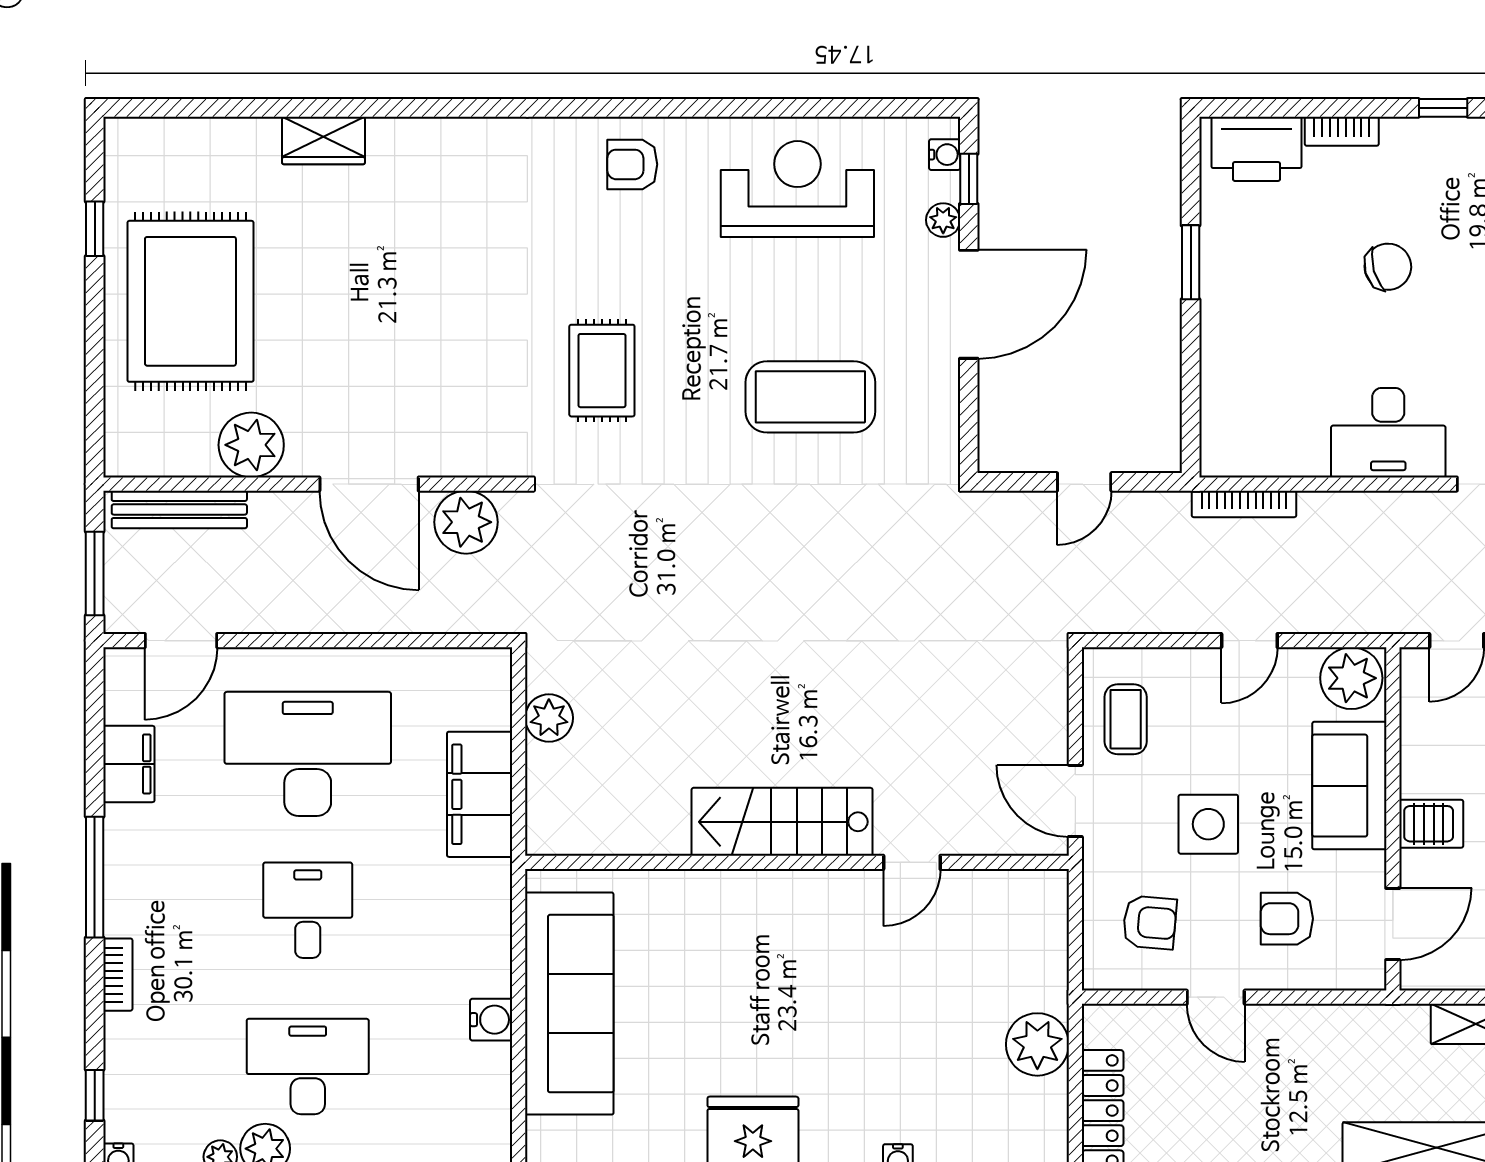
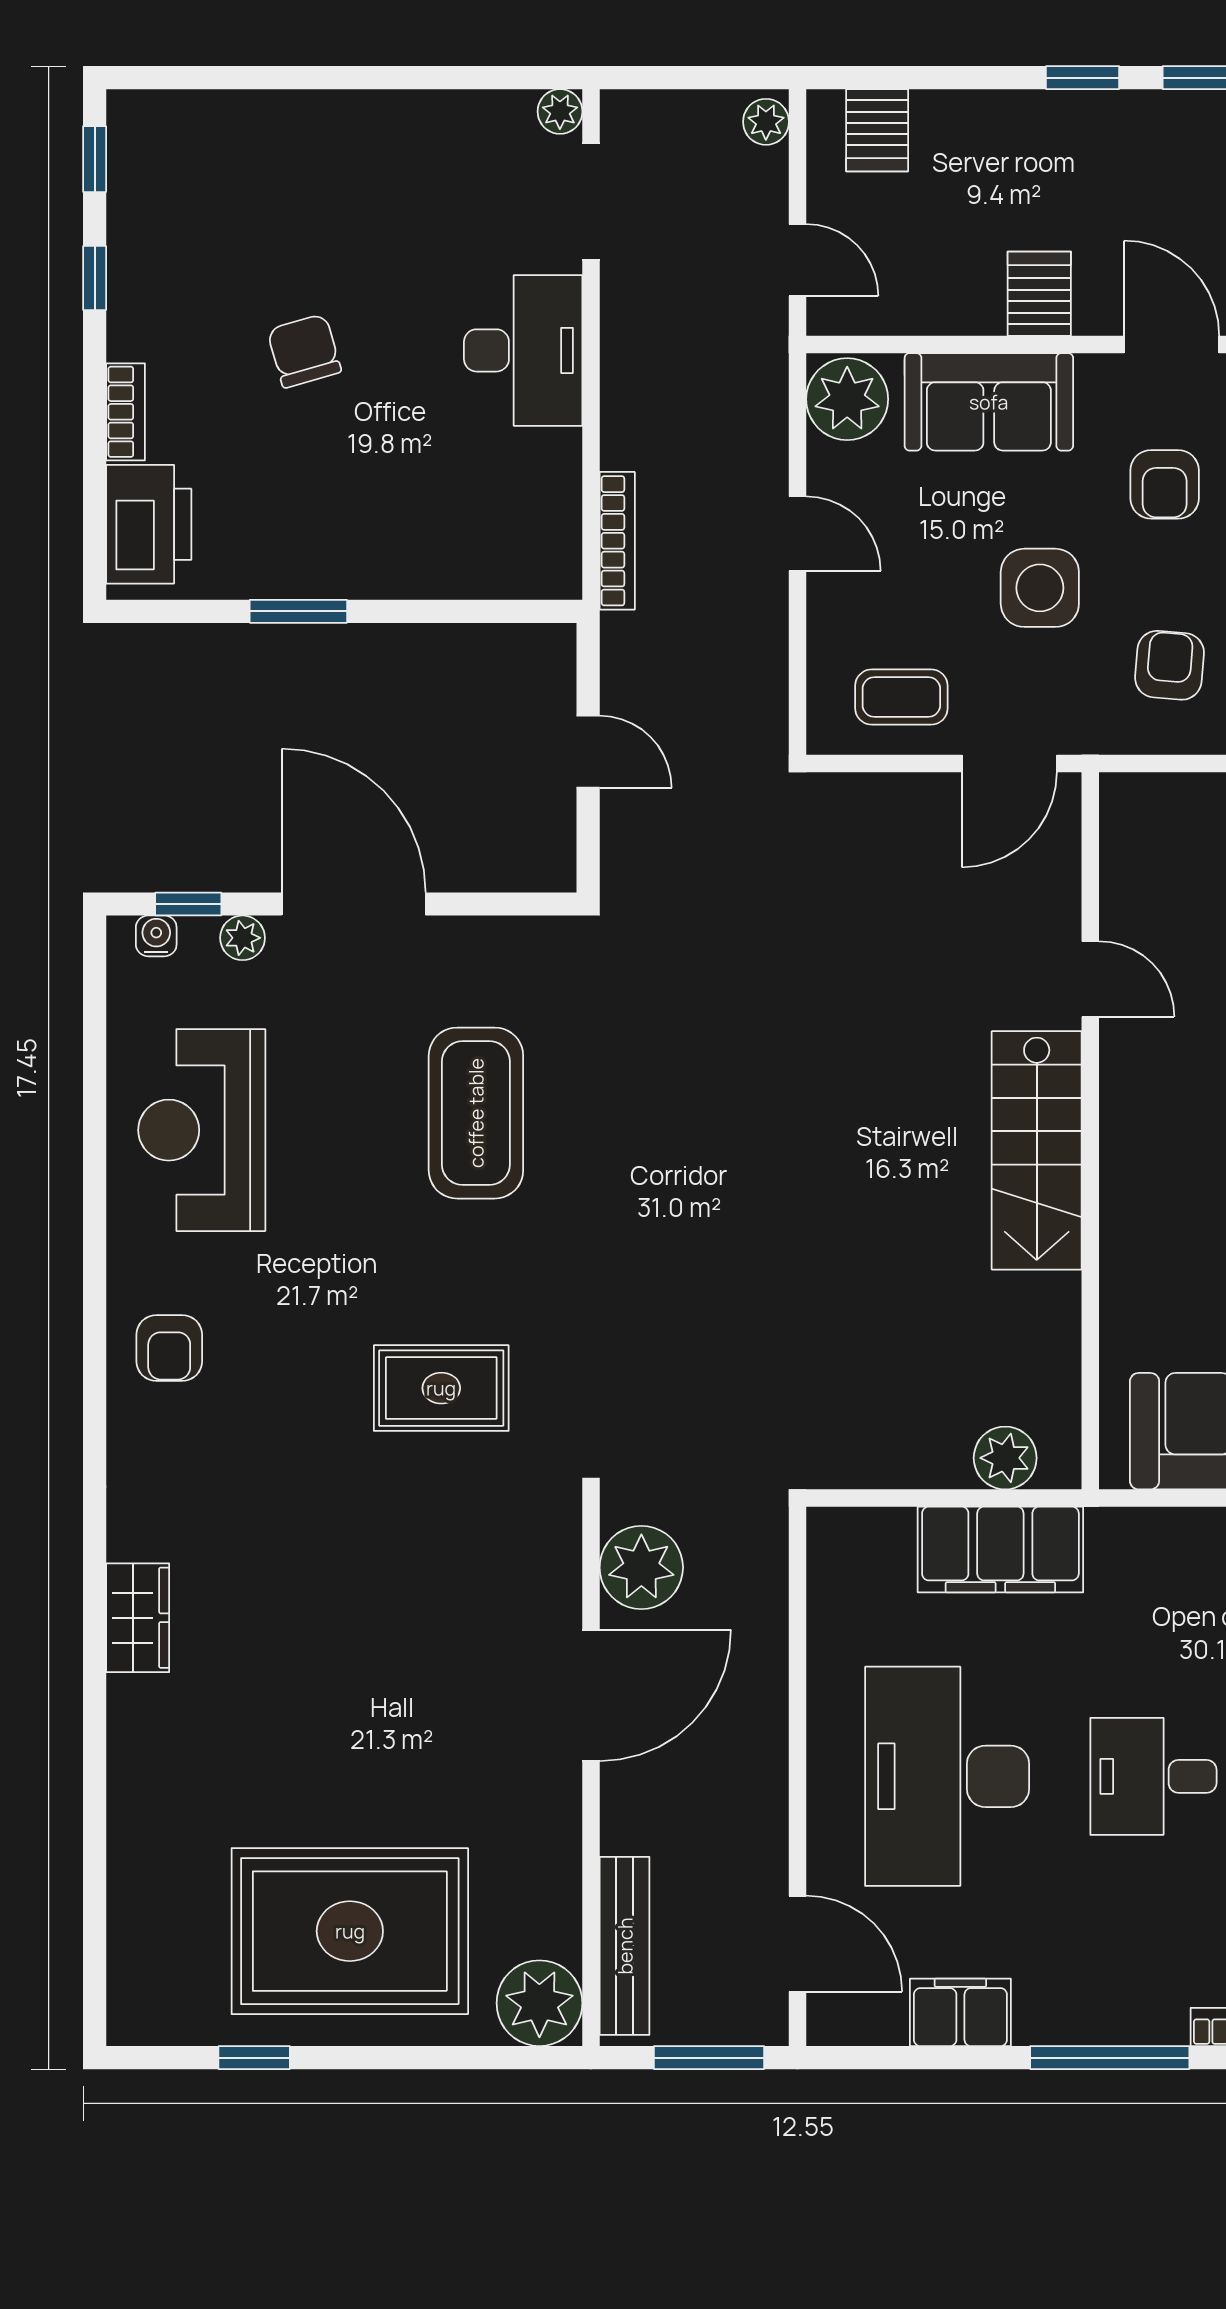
wardrobe: (324, 140) -> (138, 1618), moved
plant: (251, 445) -> (539, 2003), moved
plant: (549, 718) -> (1005, 1458), moved

